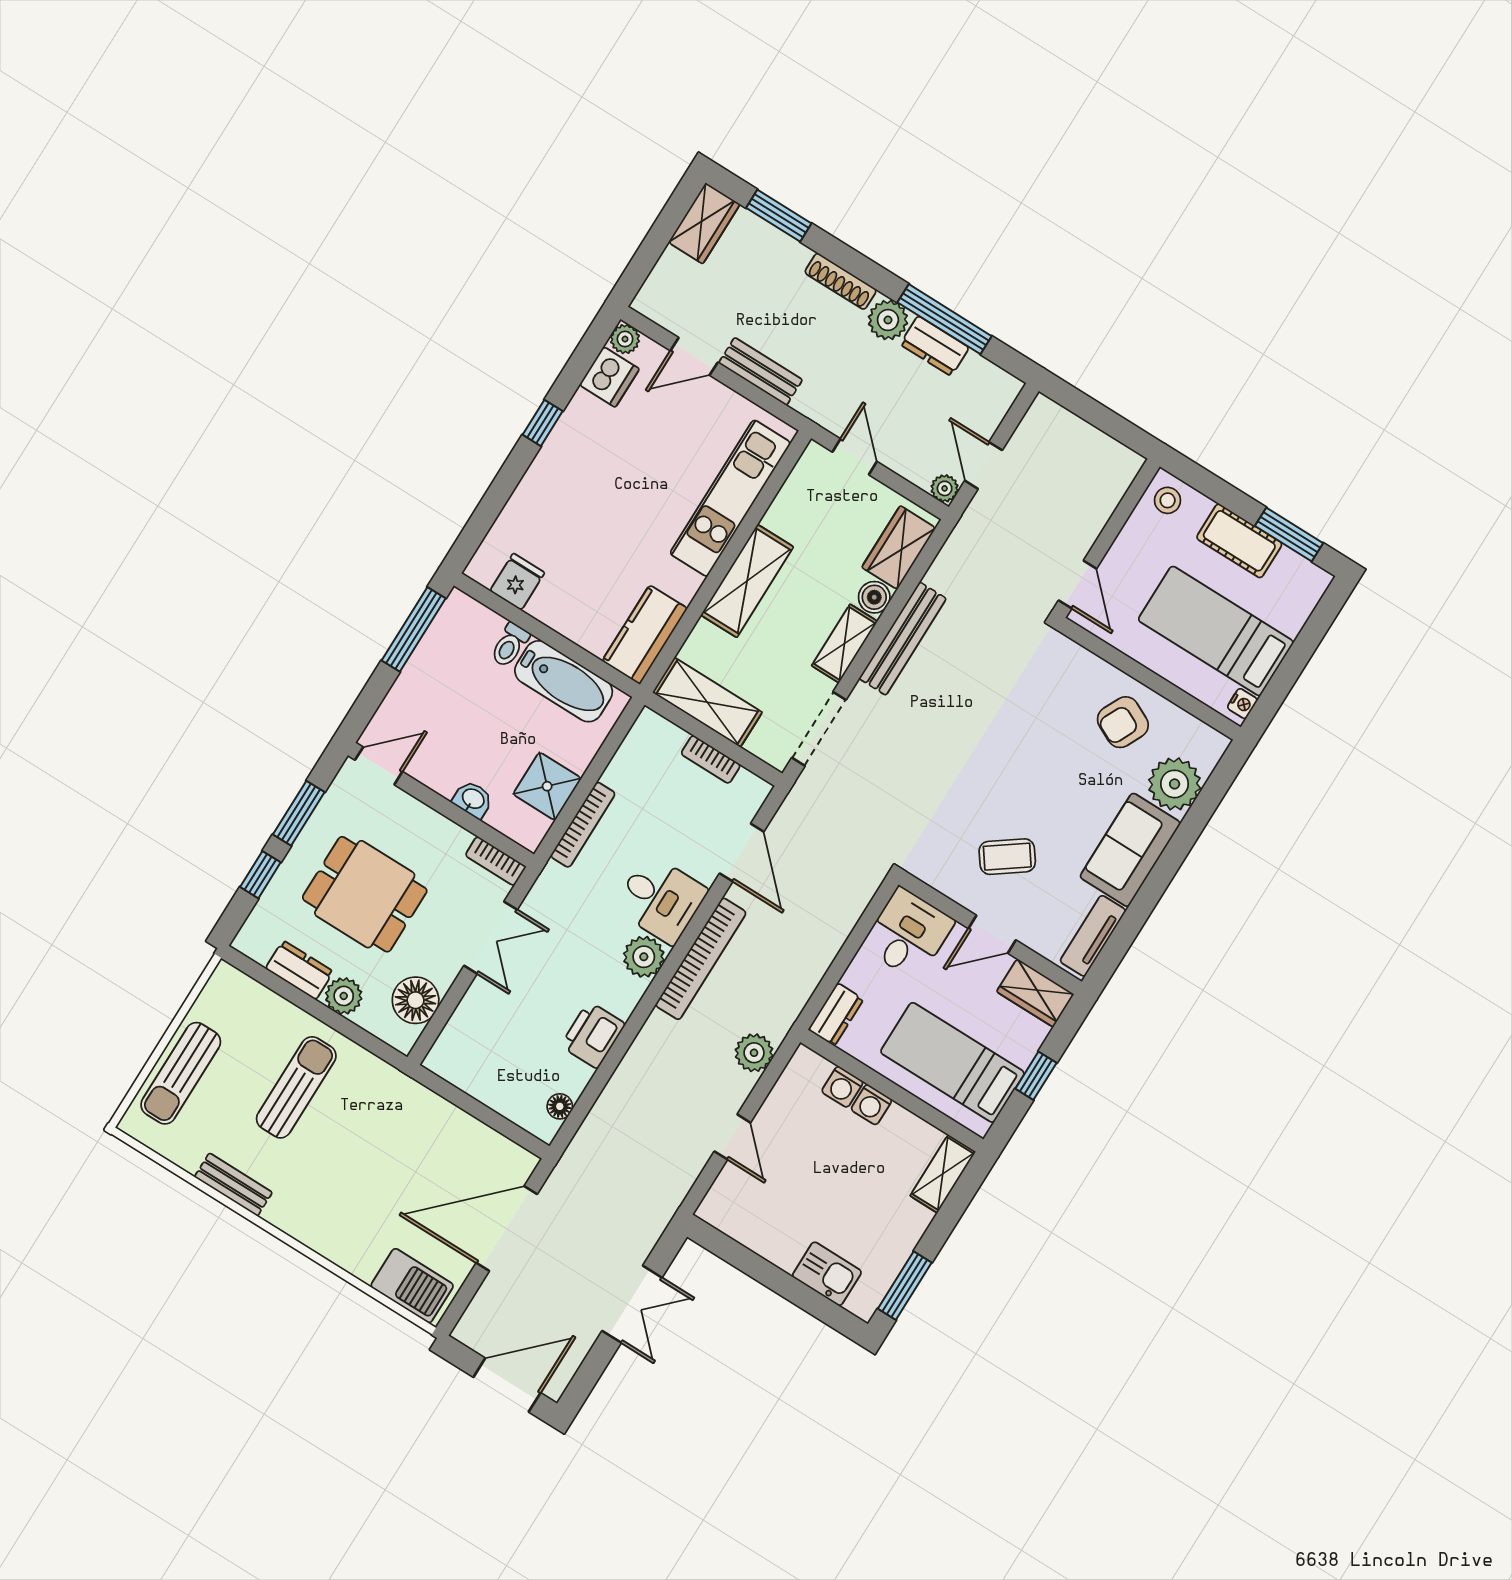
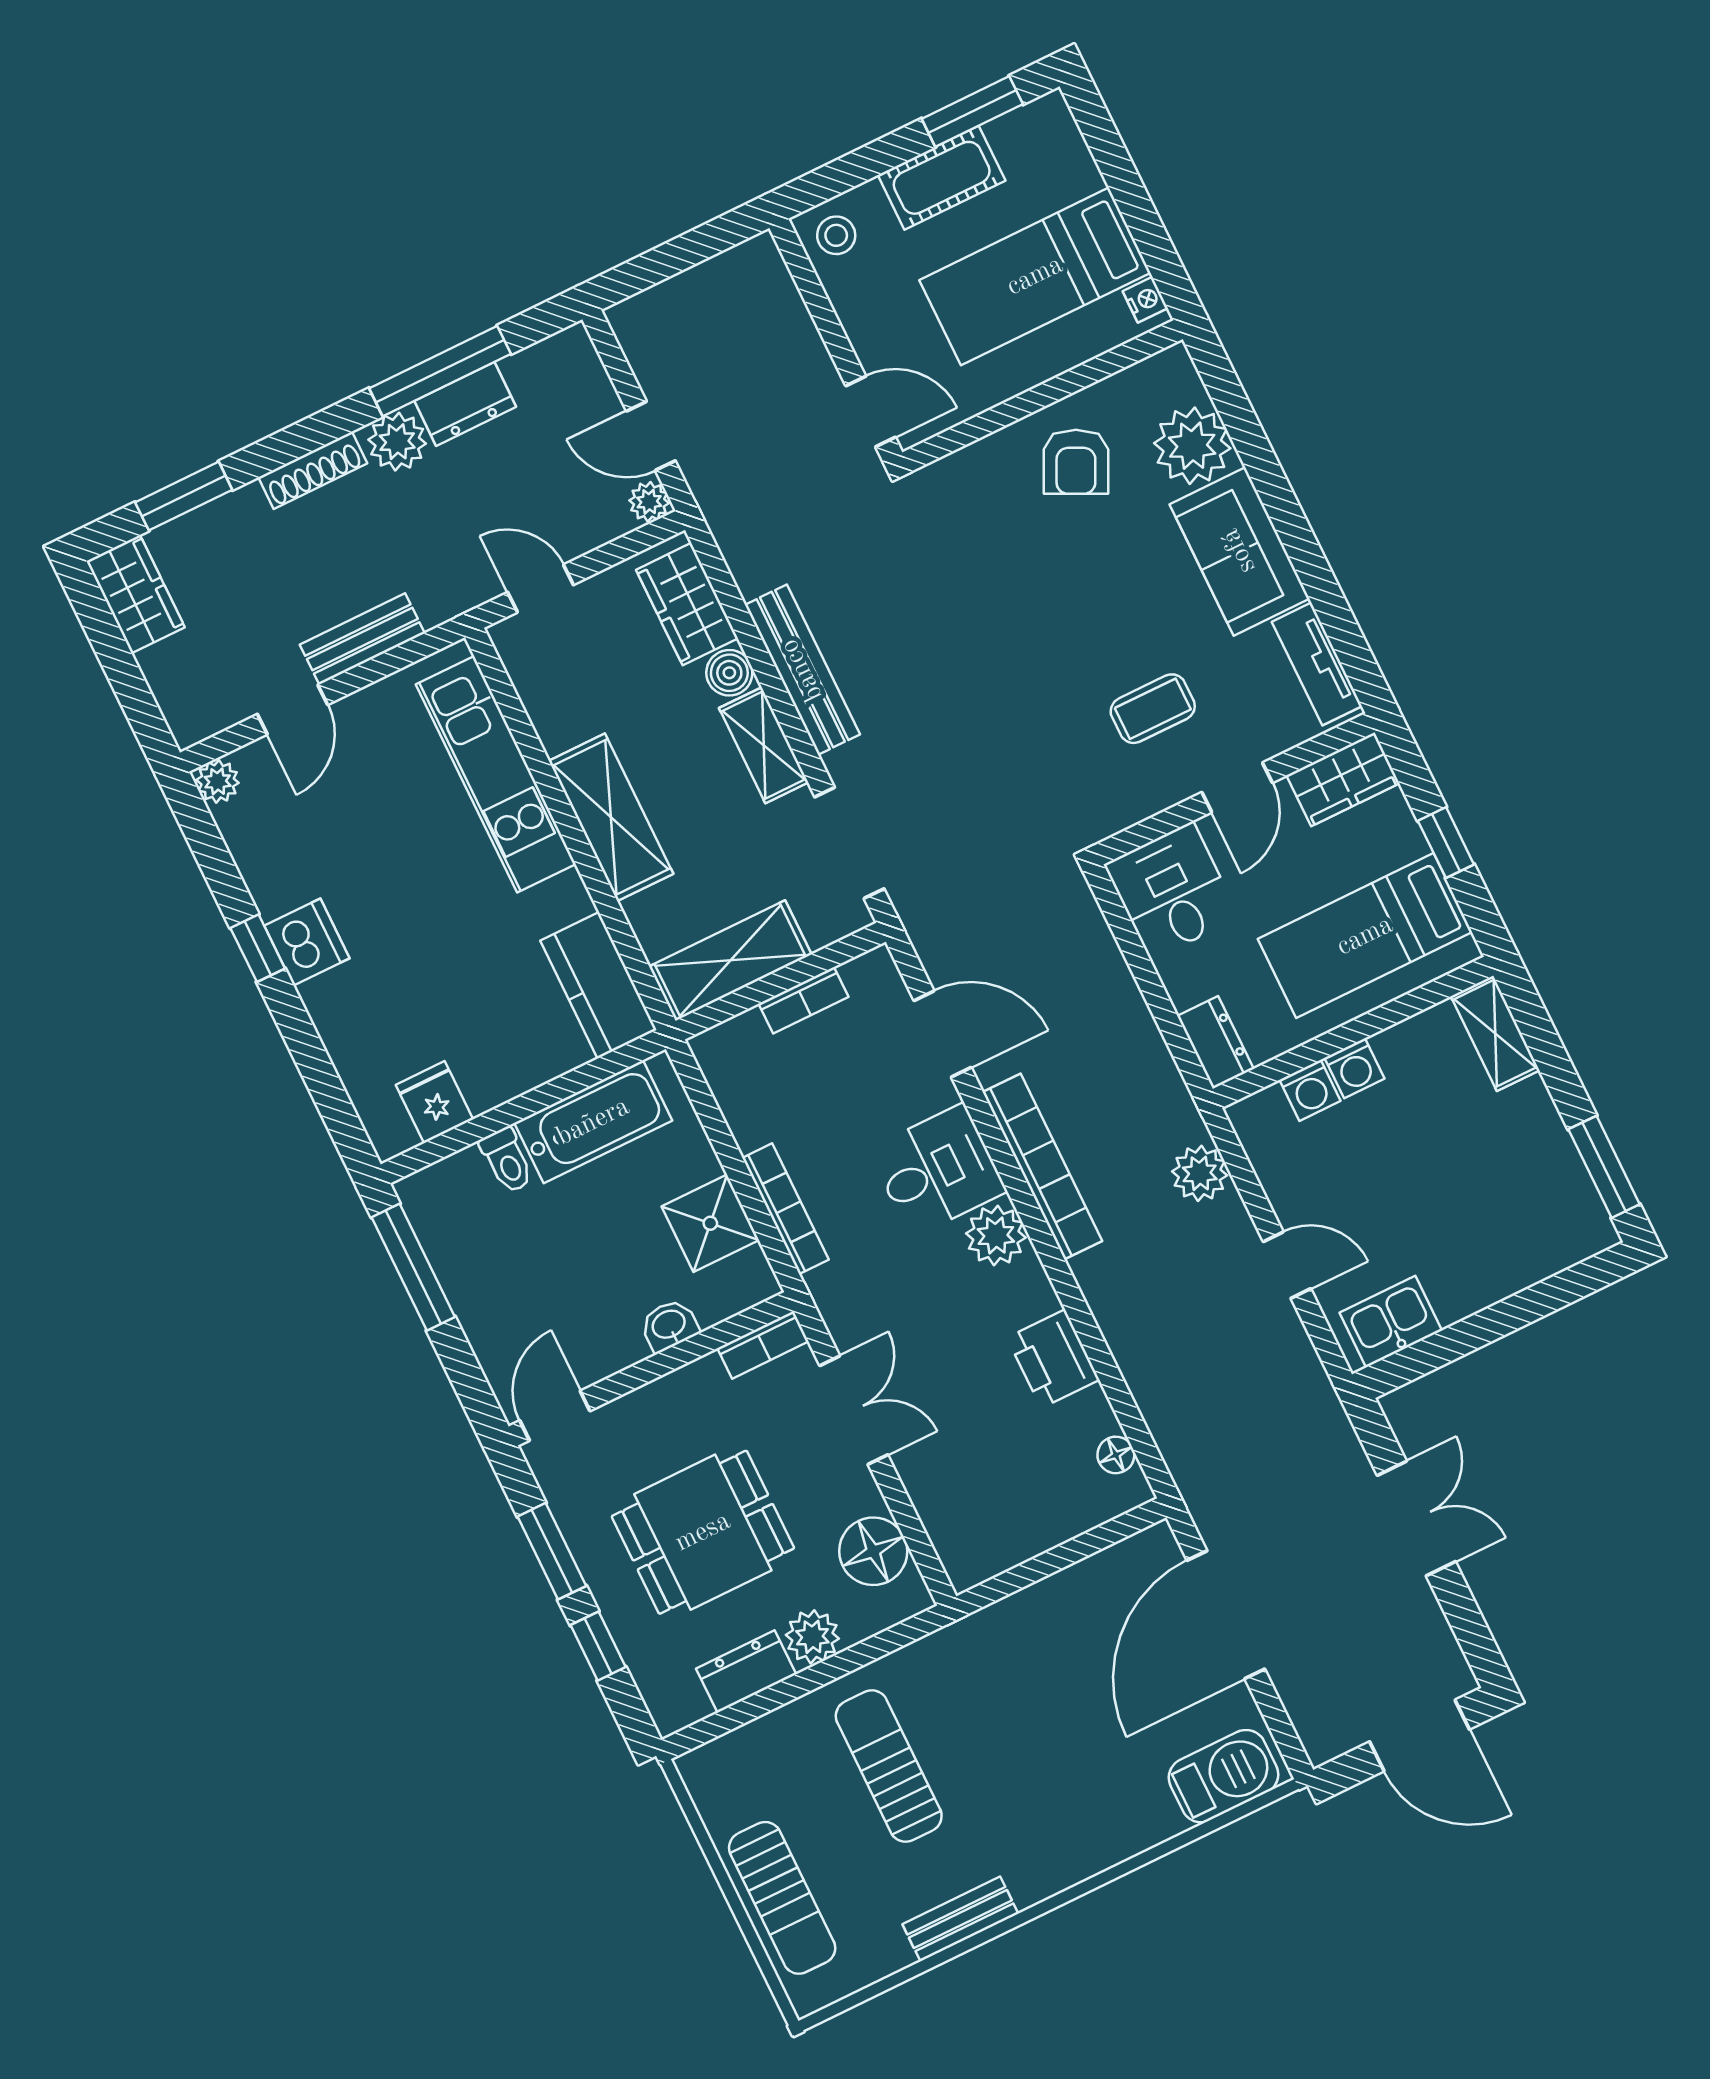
dishwasher: (609, 377) -> (307, 942), moved
coffee table: (1007, 857) -> (1153, 709), turned 36
kitchen sink: (827, 1274) -> (1391, 1322), moved
door: (507, 1385) -> (1420, 1735), swing flipped

